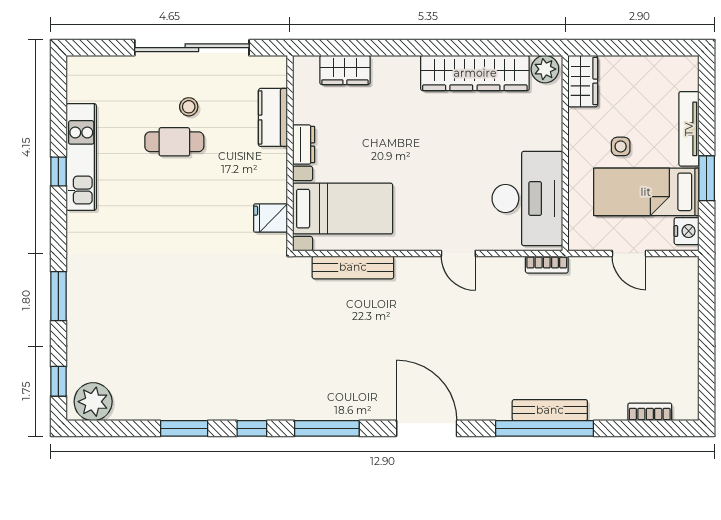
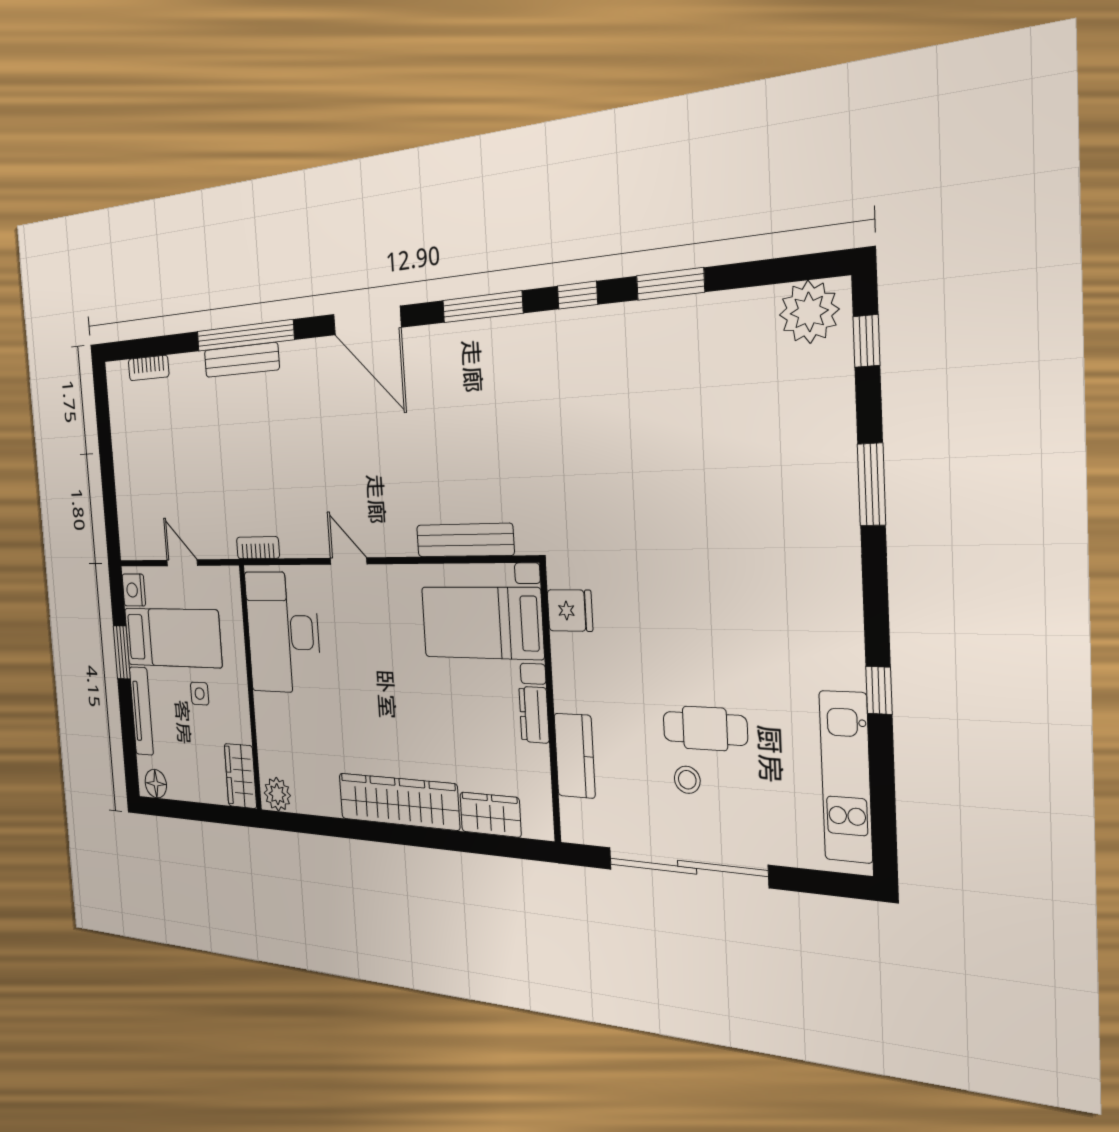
floor lamp: (679, 68) -> (156, 784), added
wardrobe: (475, 73) -> (398, 801), moved
kitchen unit: (81, 157) -> (846, 777), moved

